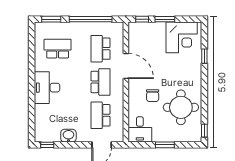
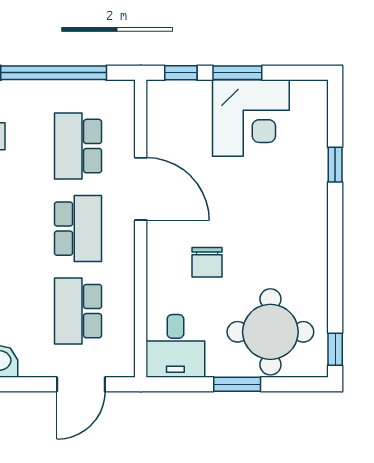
corner desk: (182, 37) -> (251, 118), moved
round table: (181, 107) -> (270, 332), moved

